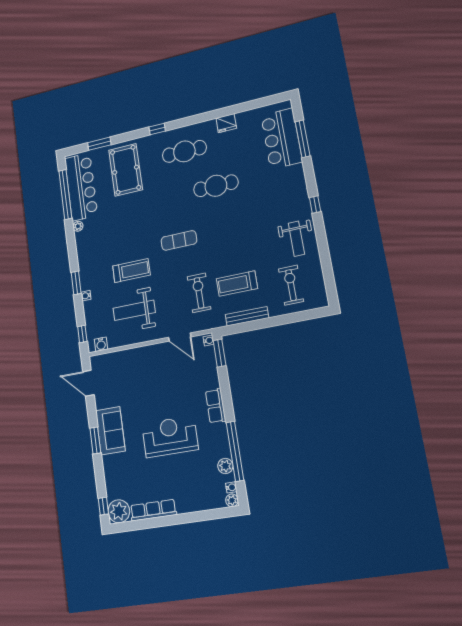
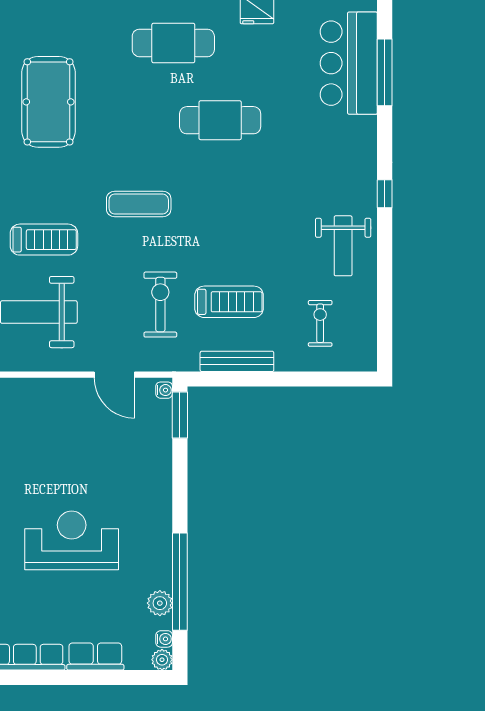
pool table: (126, 170) -> (49, 102), moved
treadmill: (237, 284) -> (229, 302), turned 180
exercise bike: (291, 285) -> (320, 323), width x0.73, depth x0.72
row of seats: (216, 406) -> (95, 657), moved, turned 90

